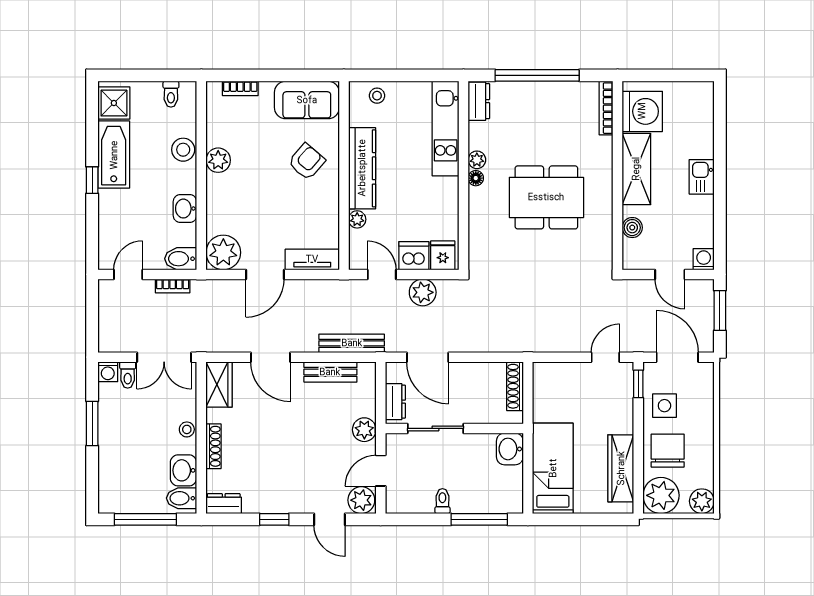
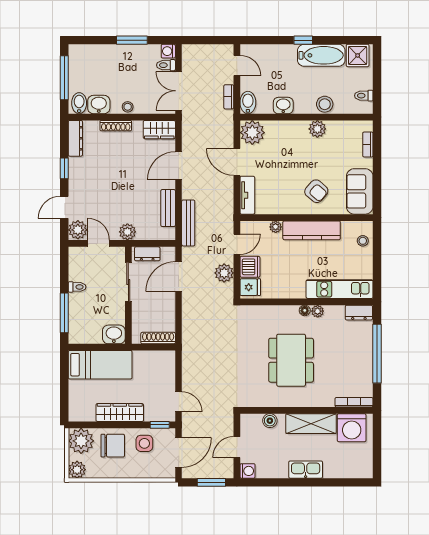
kitchen sink: (702, 177) -> (306, 470), width x1.38
wardrobe: (621, 468) -> (120, 413), moved
dresser: (224, 504) -> (75, 138), width x1.44

